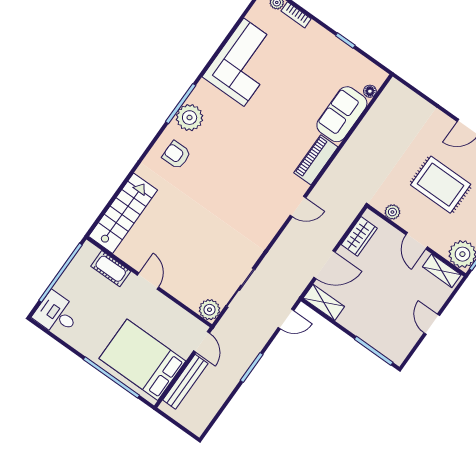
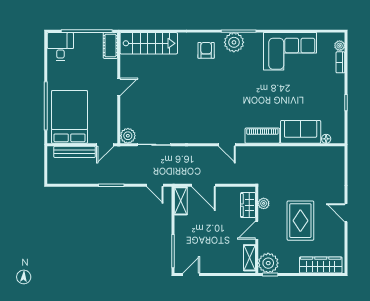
wardrobe: (359, 236) -> (248, 205), moved, turned 90
cot: (111, 269) -> (110, 45), moved
door: (432, 324) -> (191, 275), moved

